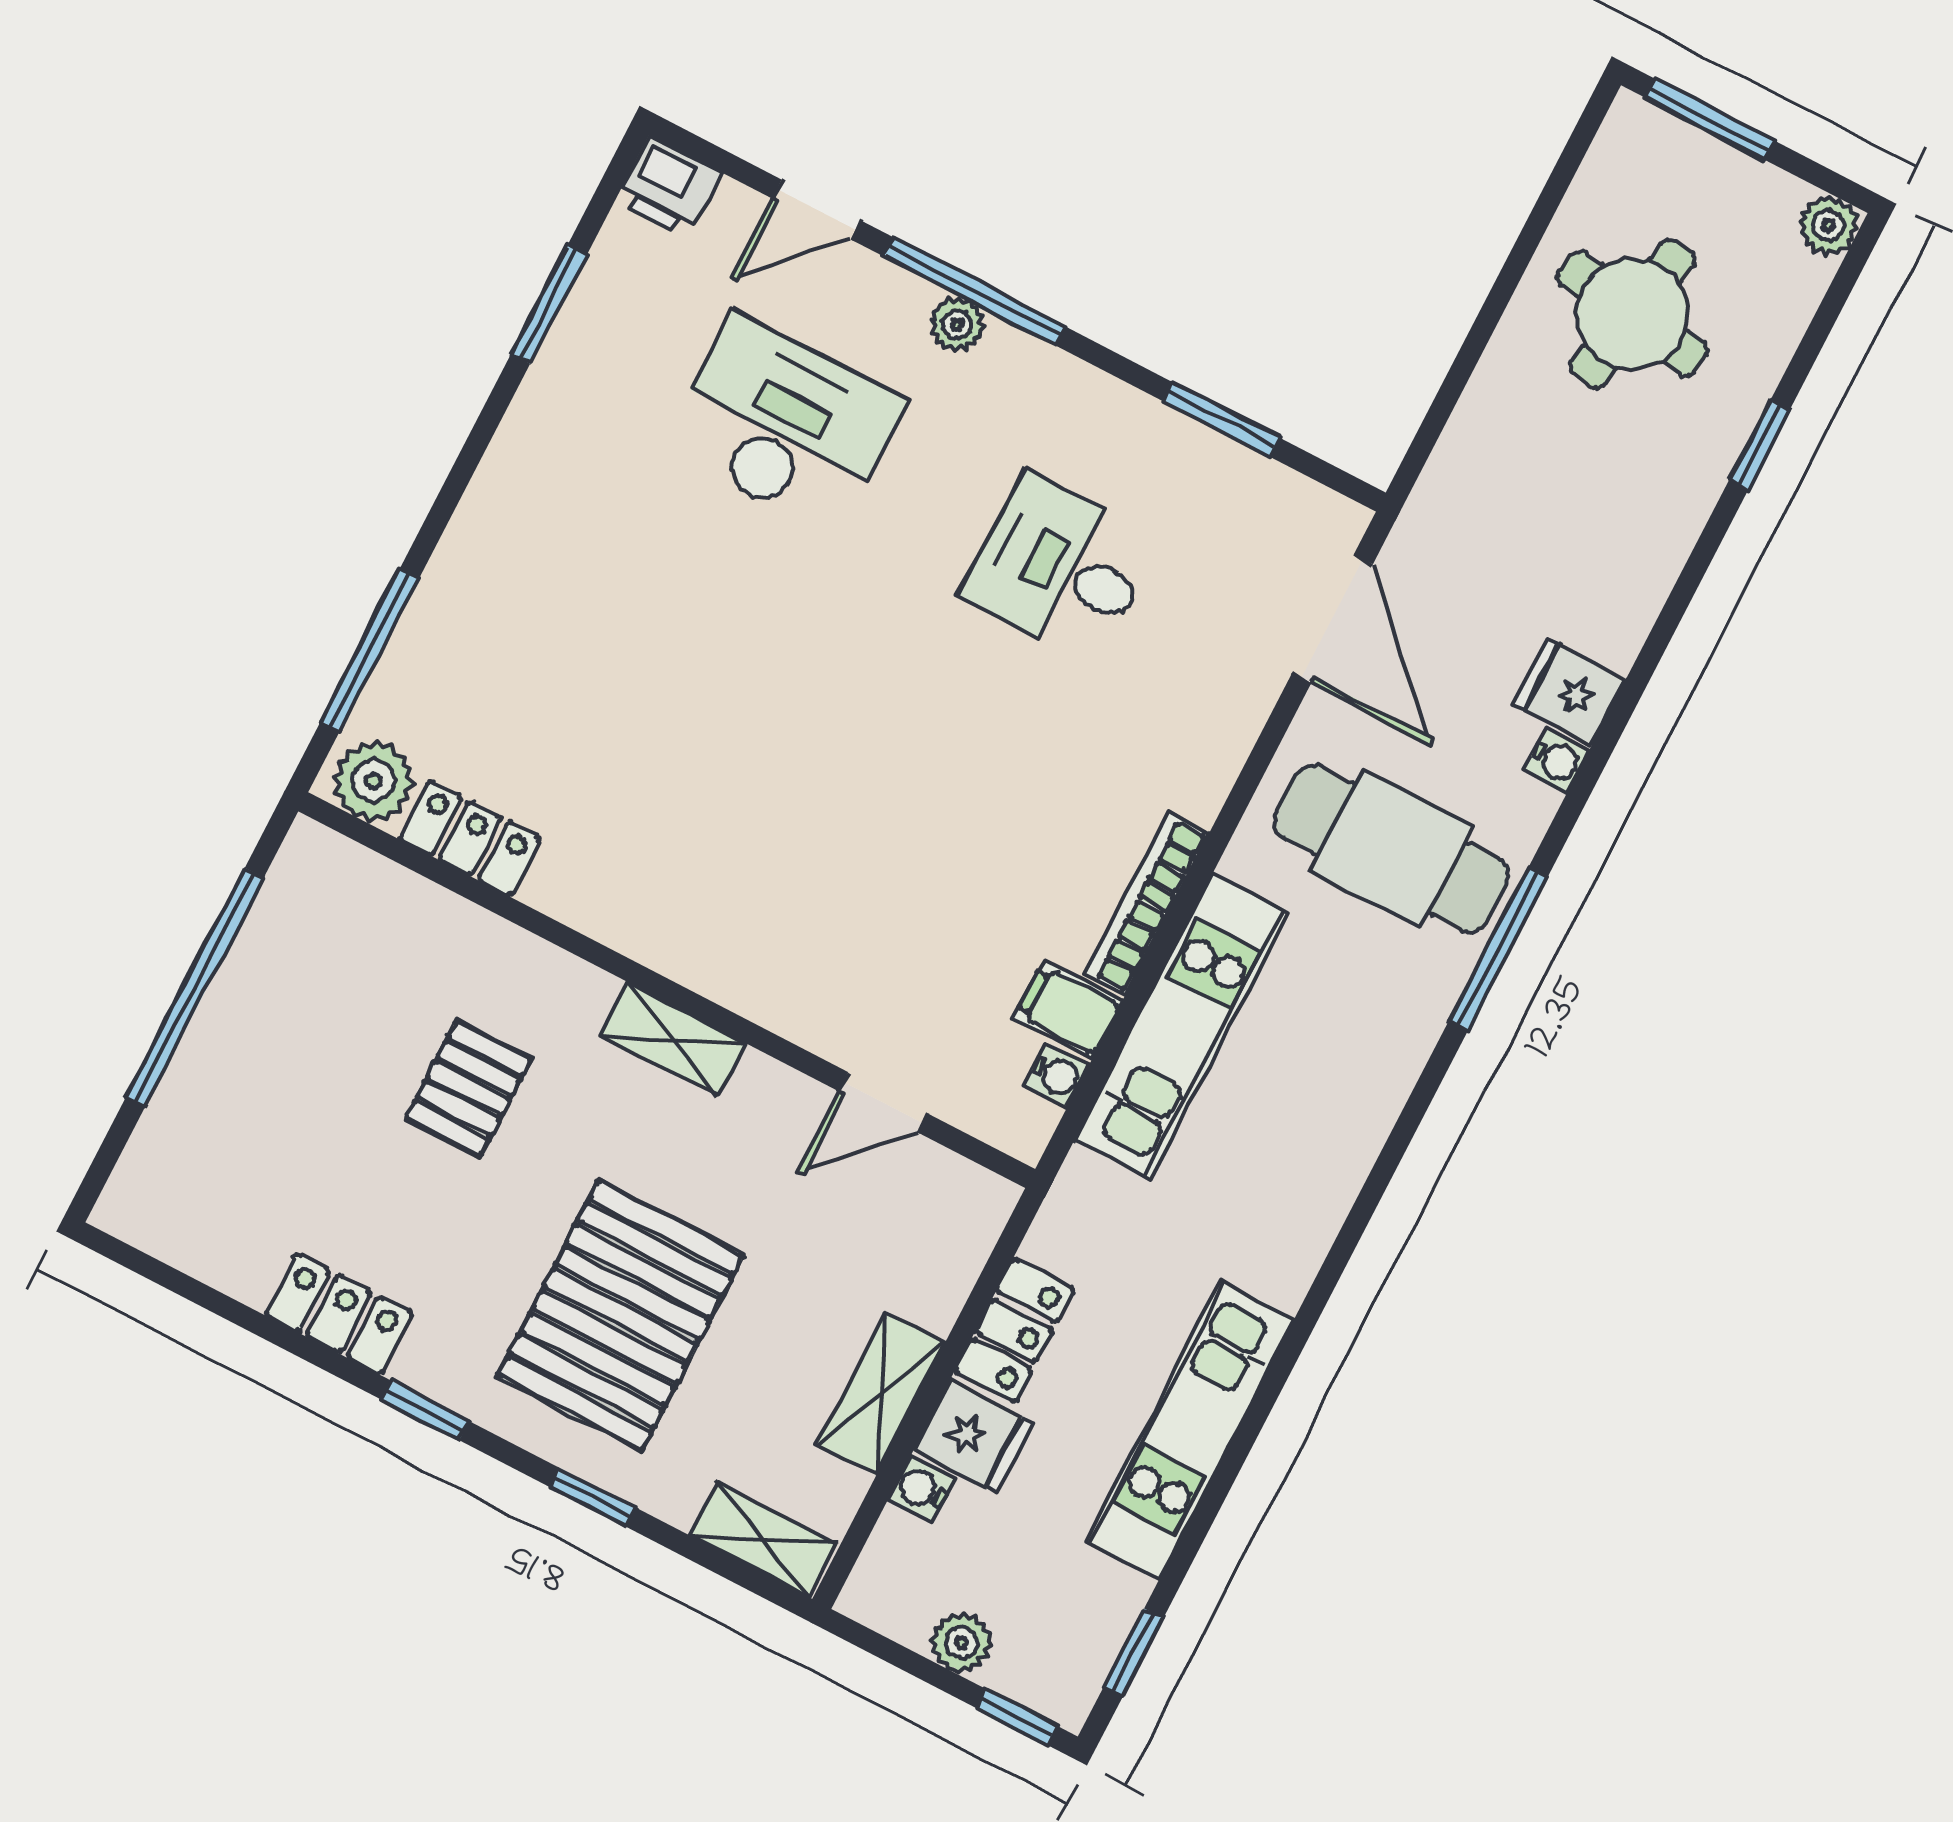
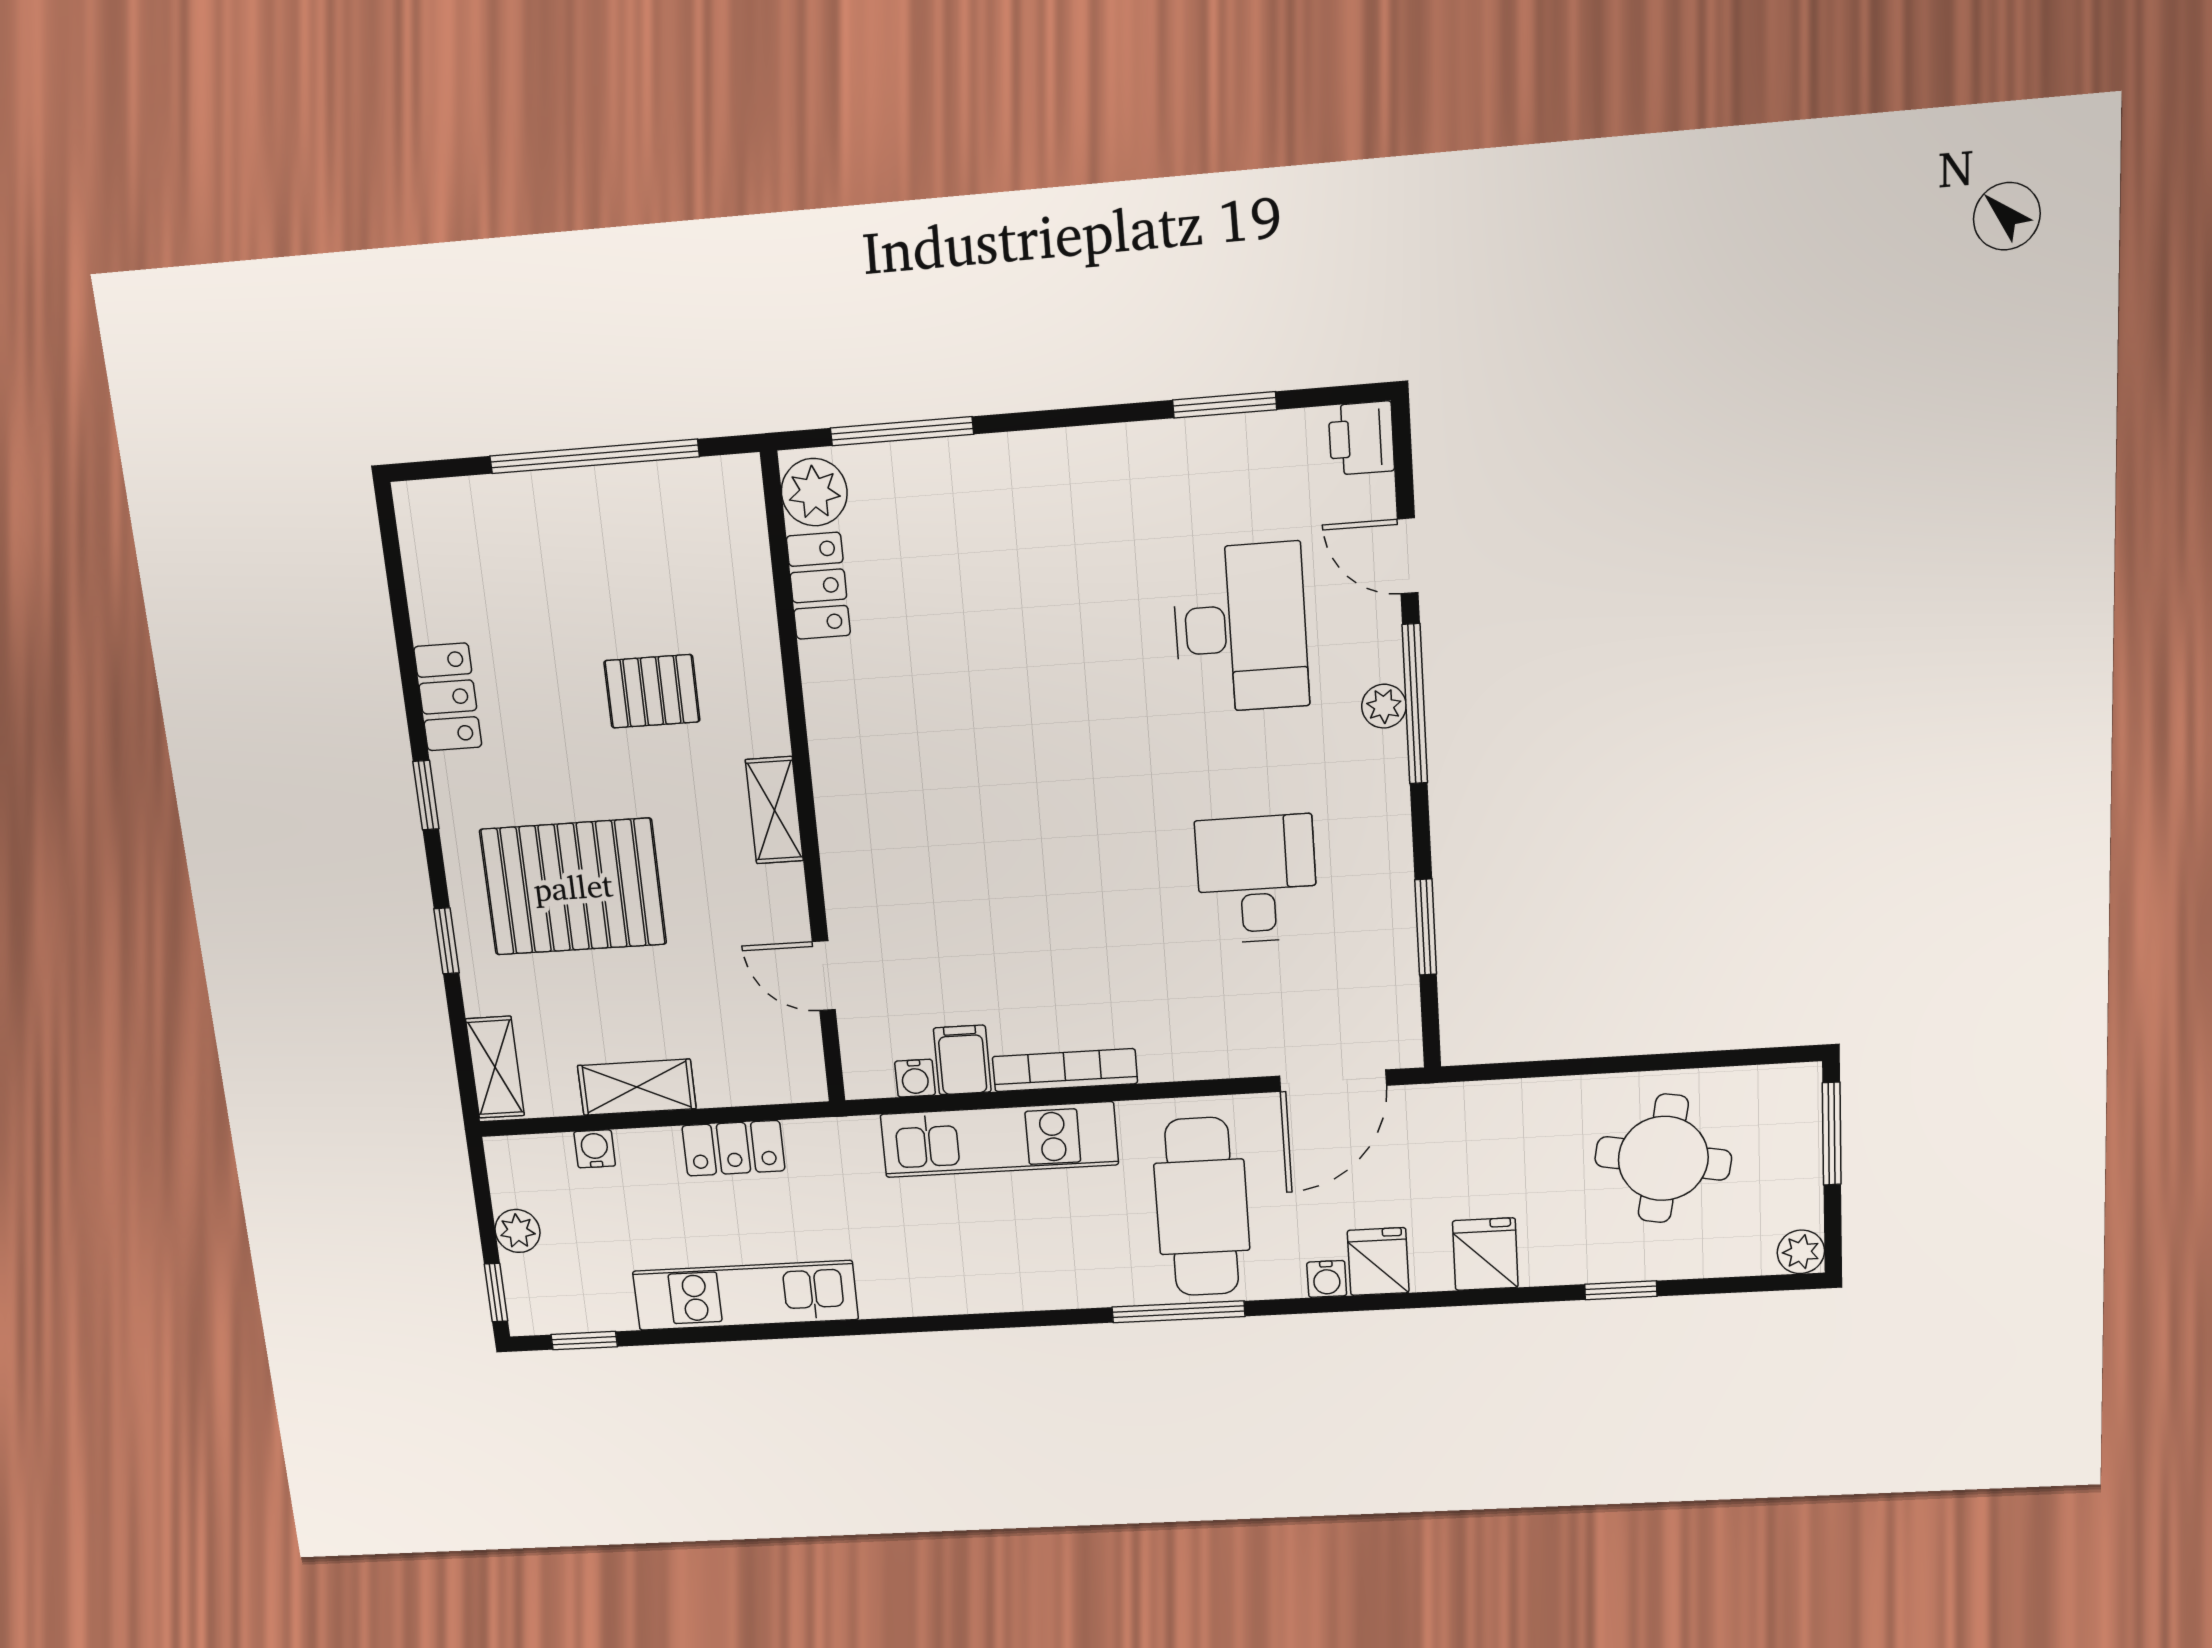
fridge: (973, 1437) -> (1485, 1254), moved, turned 180

